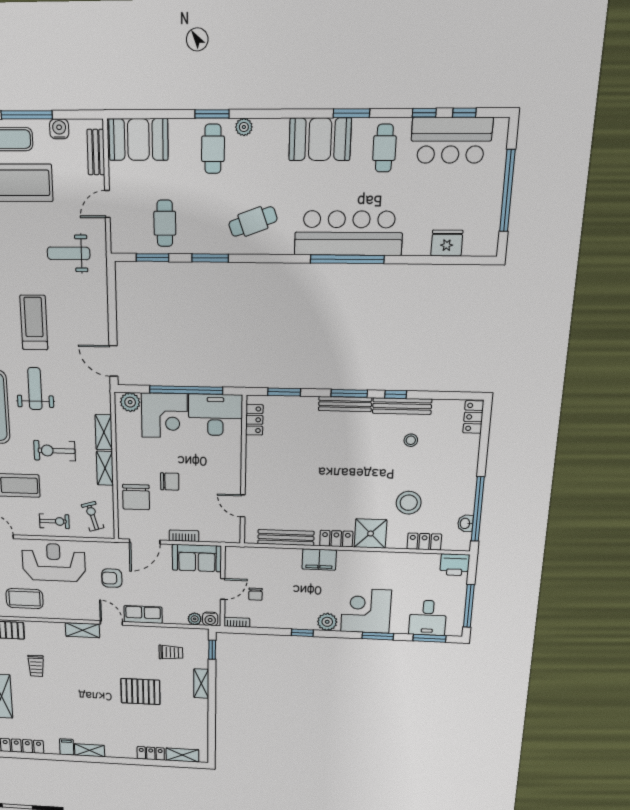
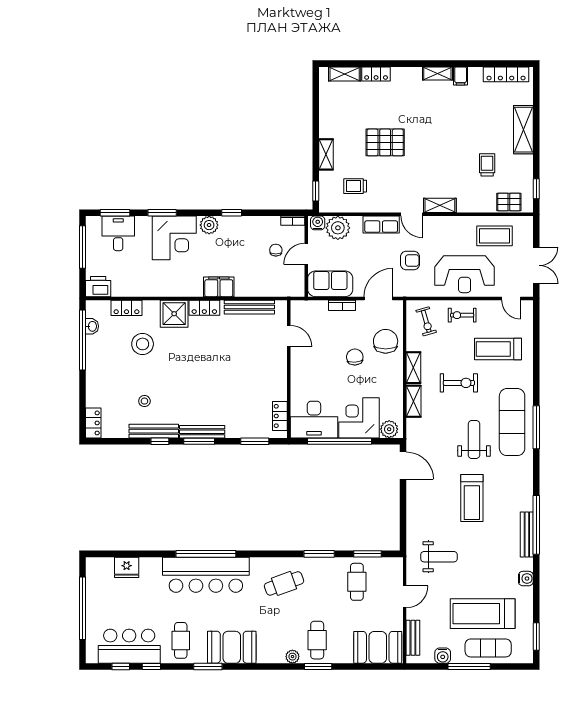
weight bench: (35, 389) -> (474, 440), turned 180
chair: (170, 481) -> (355, 357), turned 86
plant: (195, 619) -> (338, 228), width x1.88, depth x1.88

